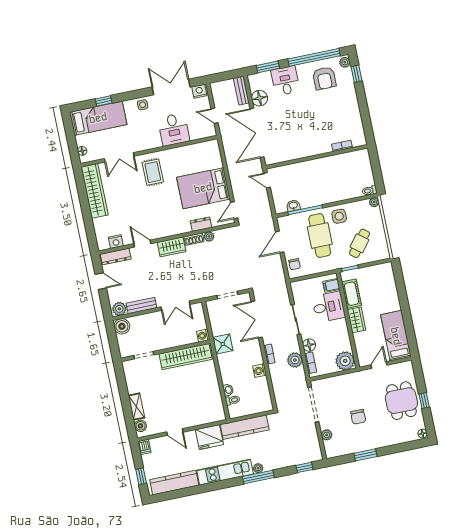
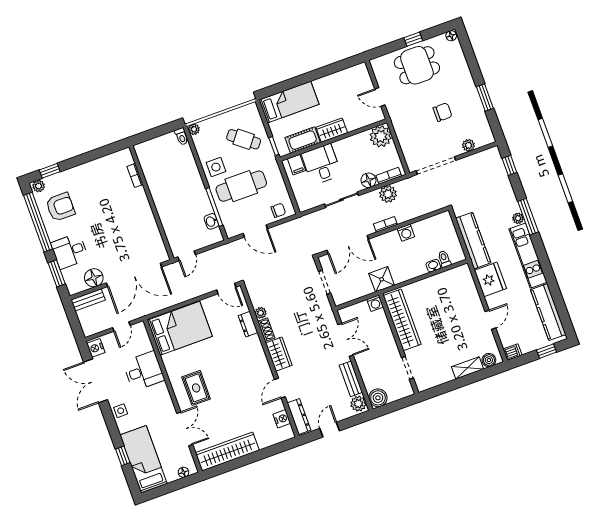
rug: (153, 172) -> (196, 388), turned 90
bed: (203, 188) -> (180, 328), moved, turned -90
bed: (396, 336) -> (289, 102), moved, turned 180

